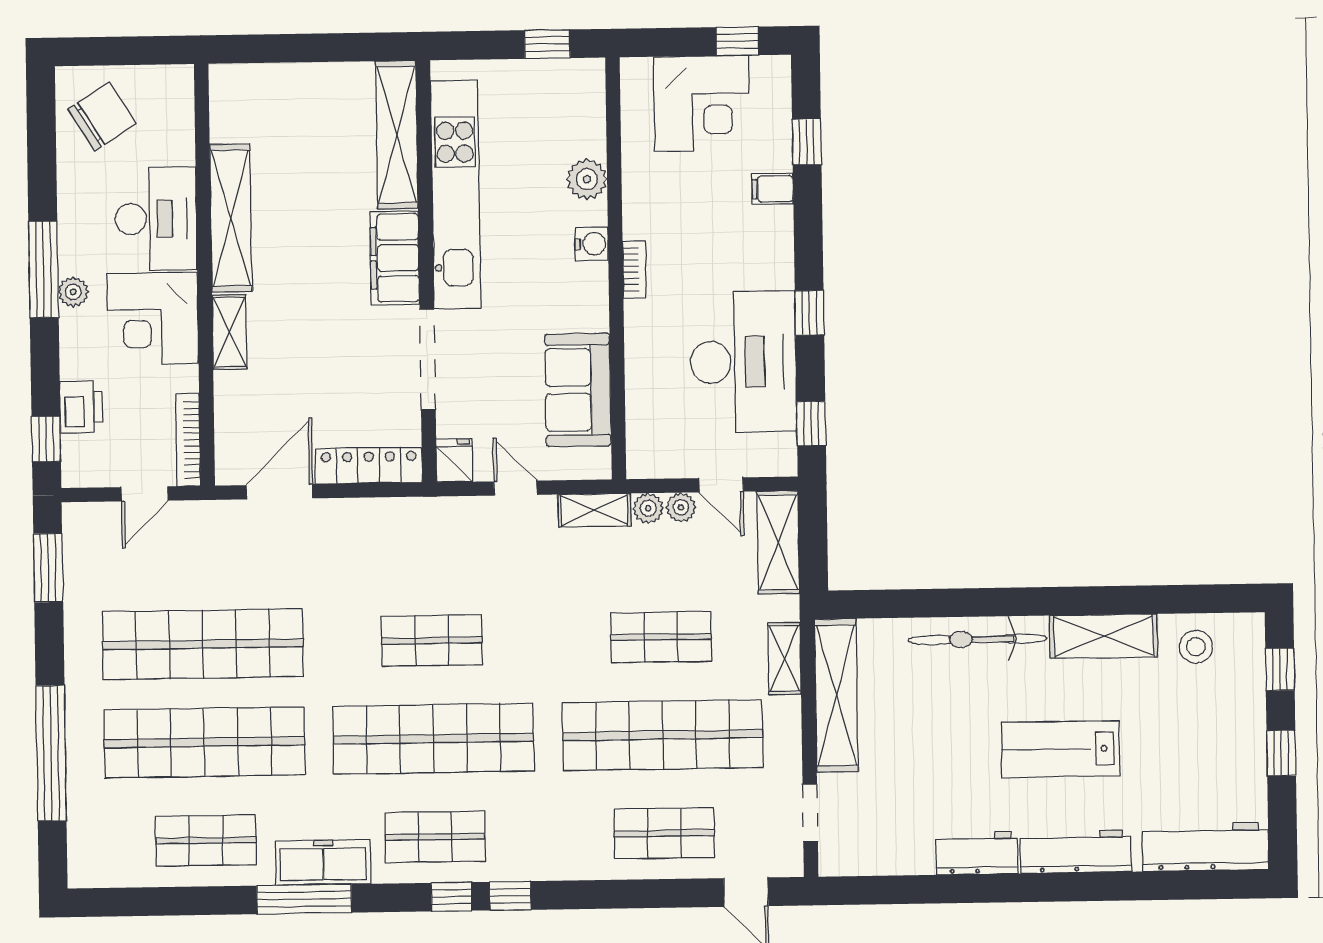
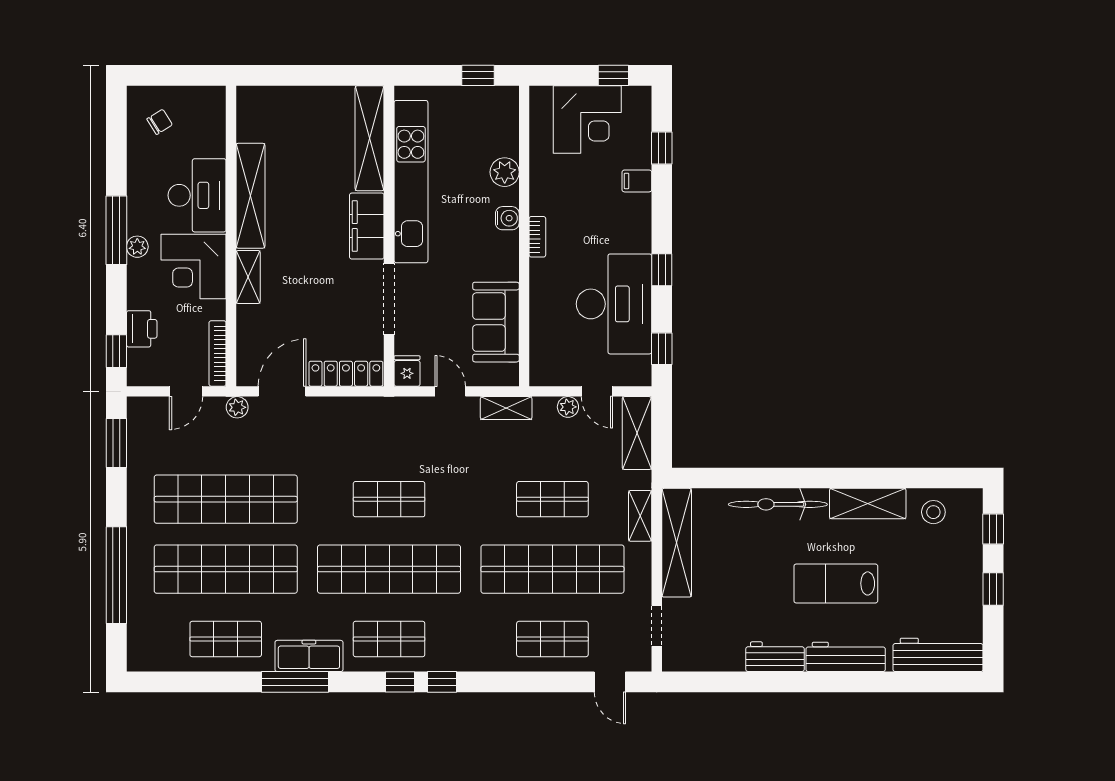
chair: (102, 116) -> (160, 122), width x0.54, depth x0.54
plant: (648, 508) -> (237, 407), moved

